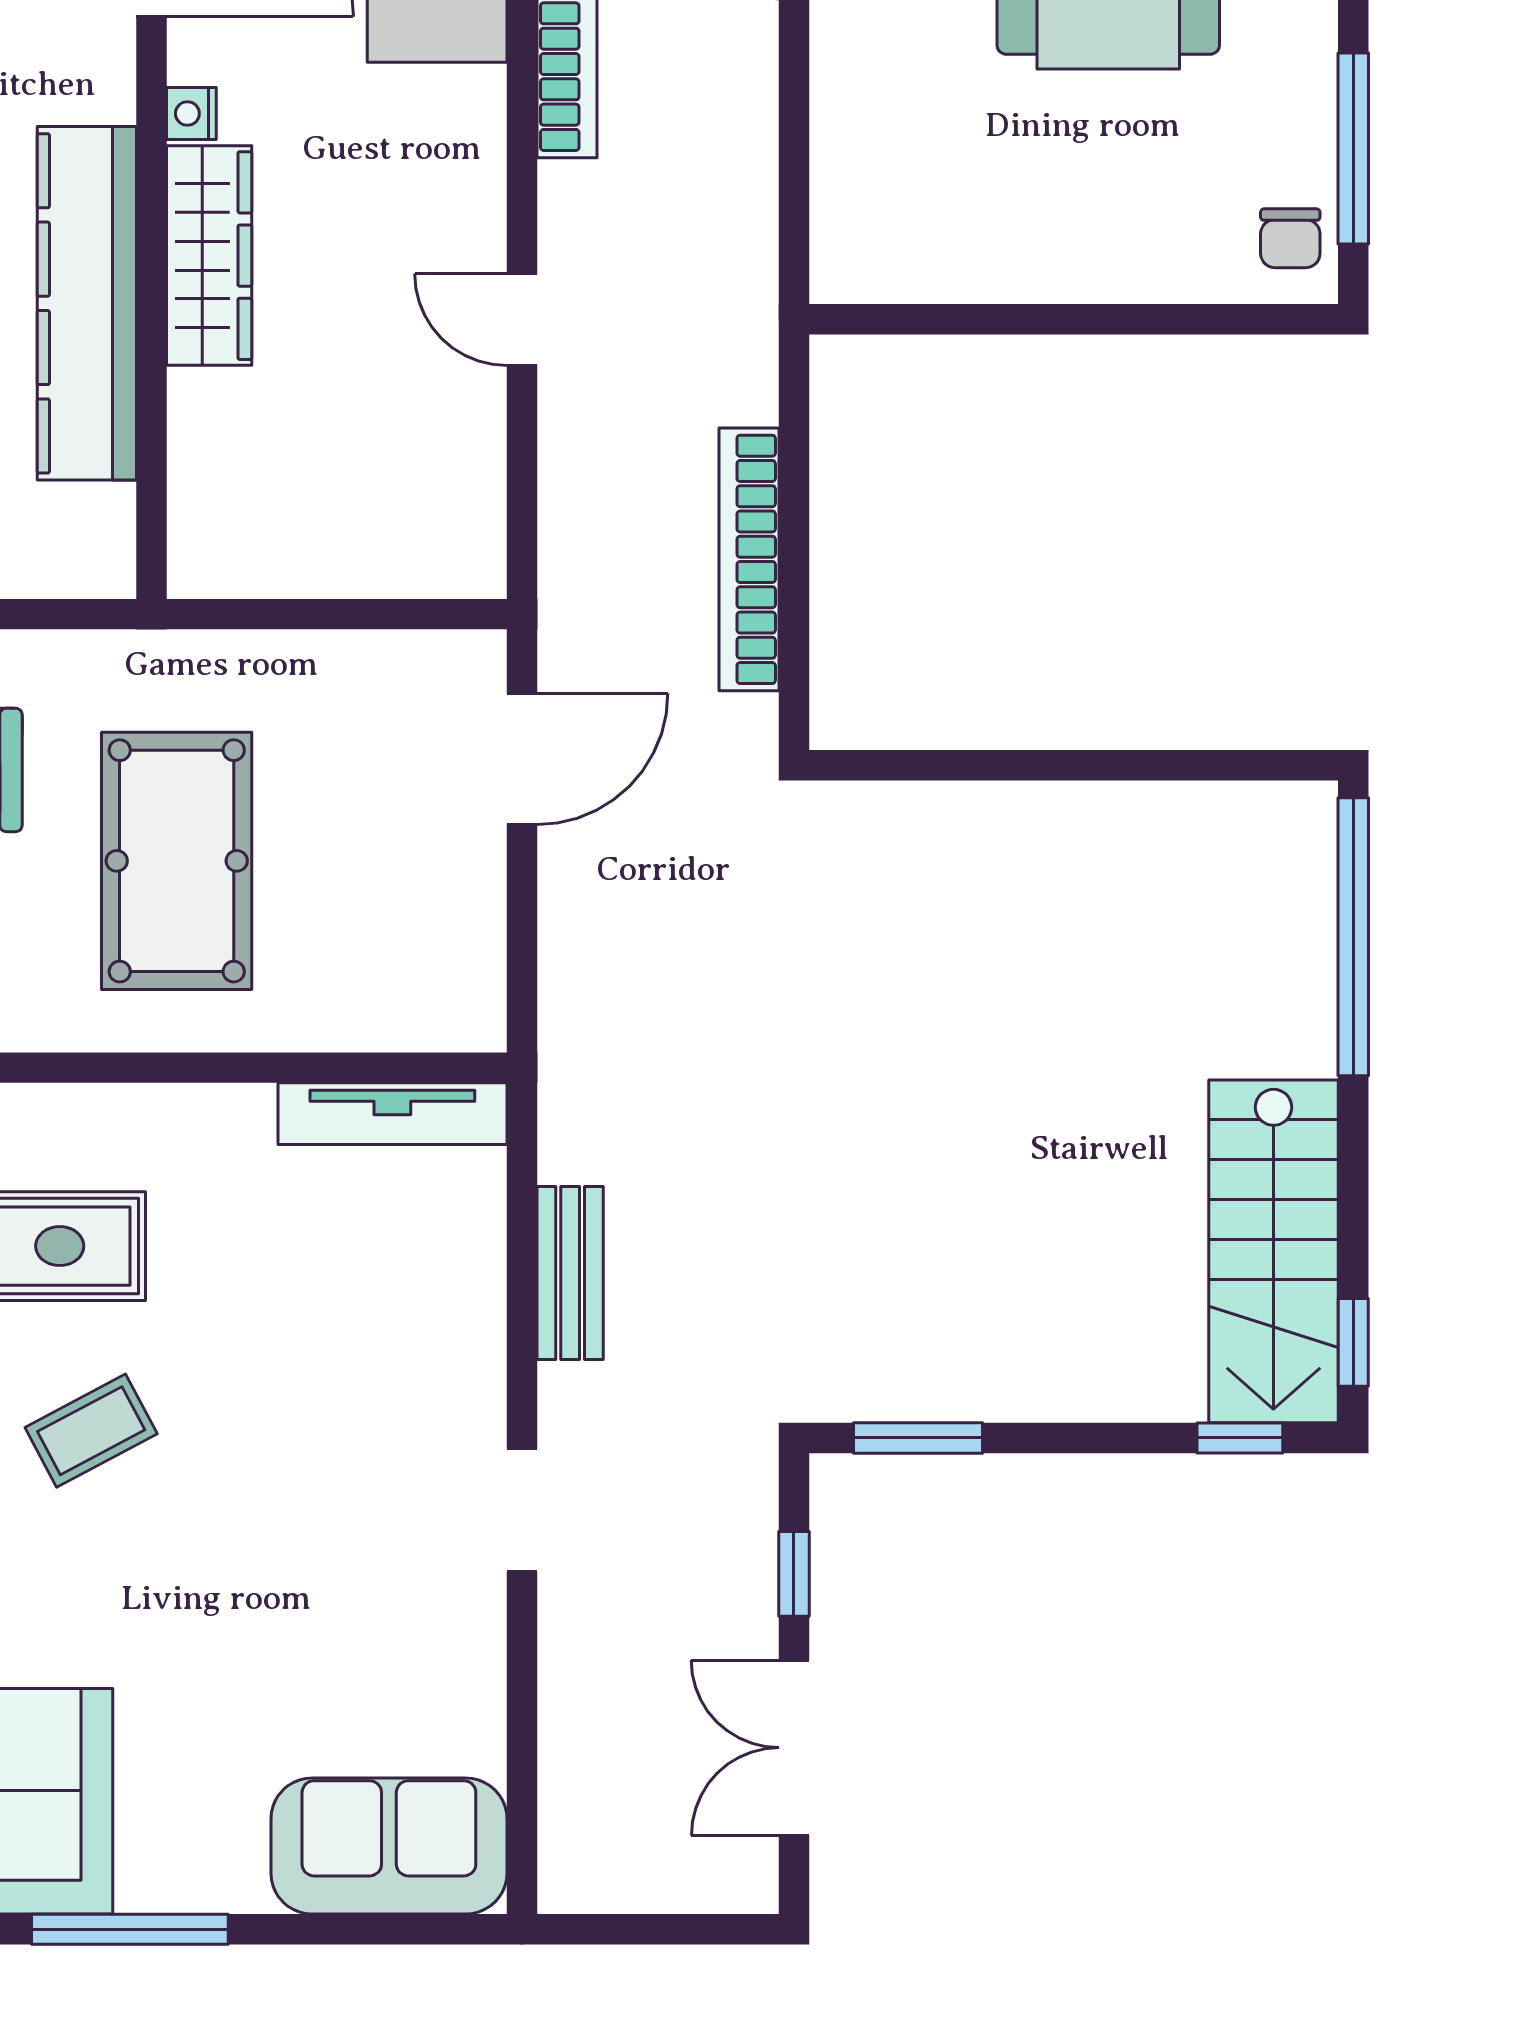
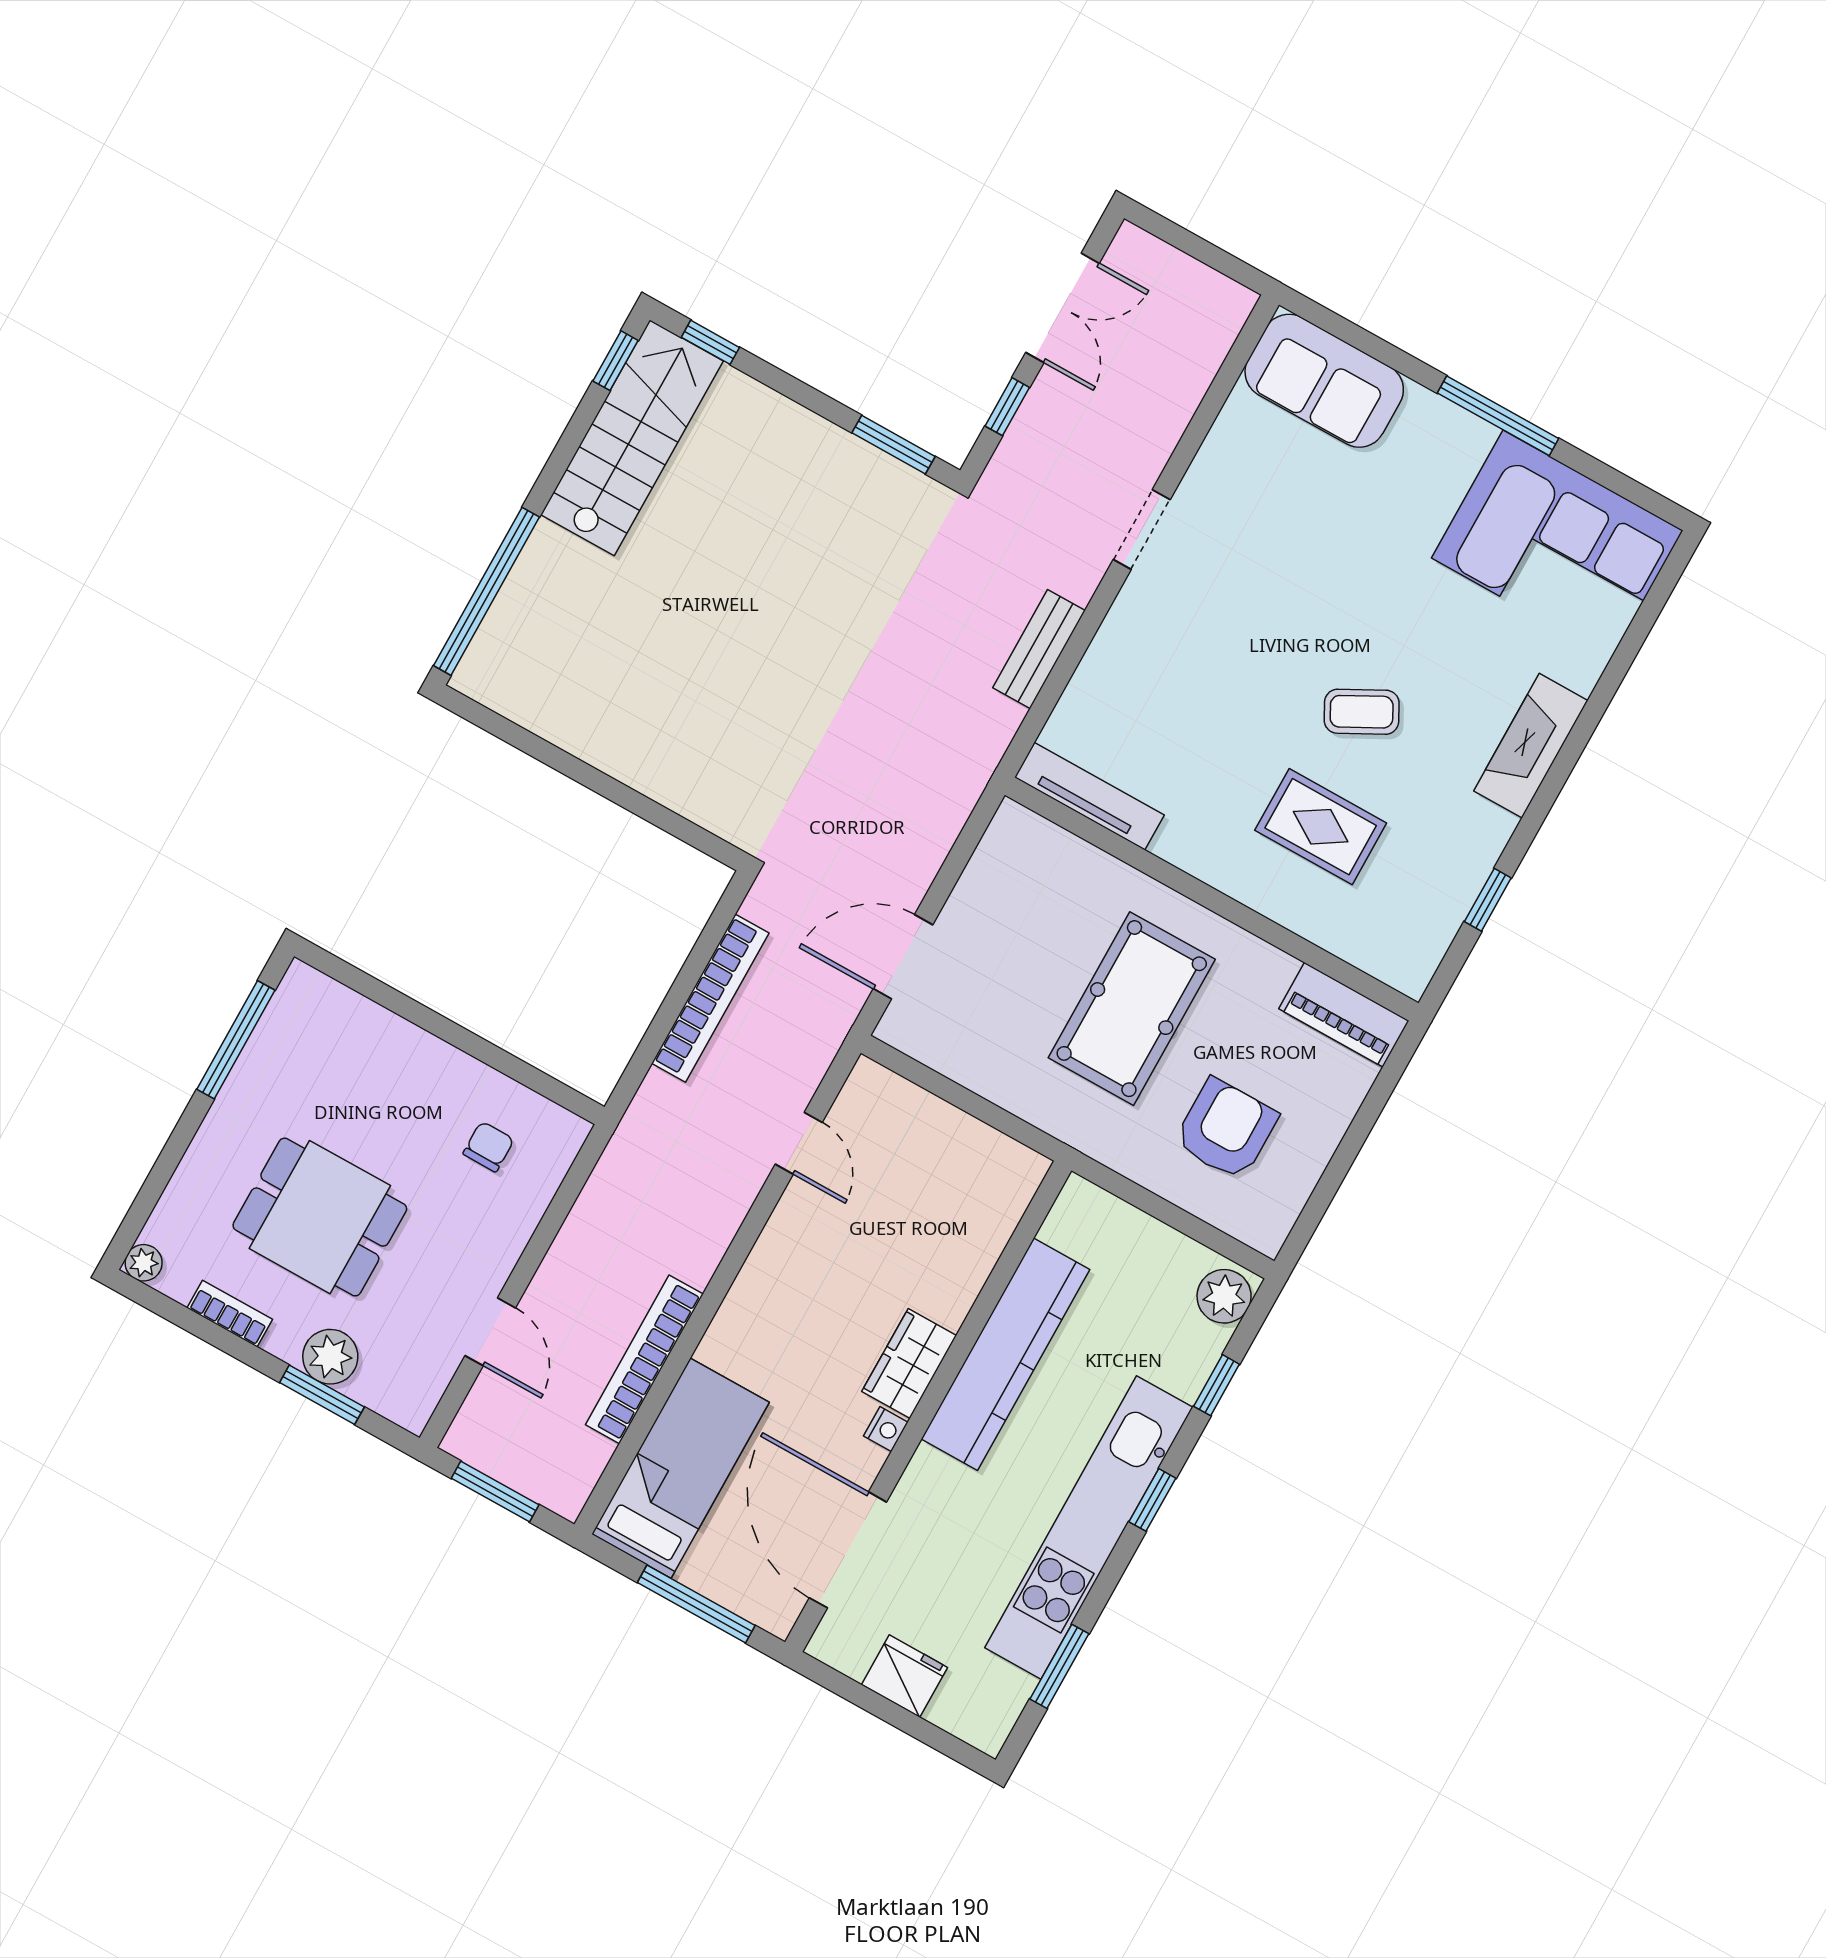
chair: (1290, 238) -> (489, 1147), moved
wardrobe: (209, 256) -> (909, 1363), width x0.67
door: (522, 320) -> (799, 1143), moved

